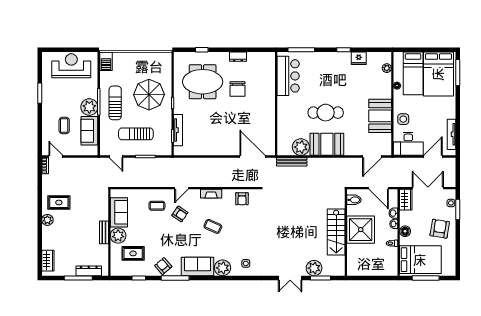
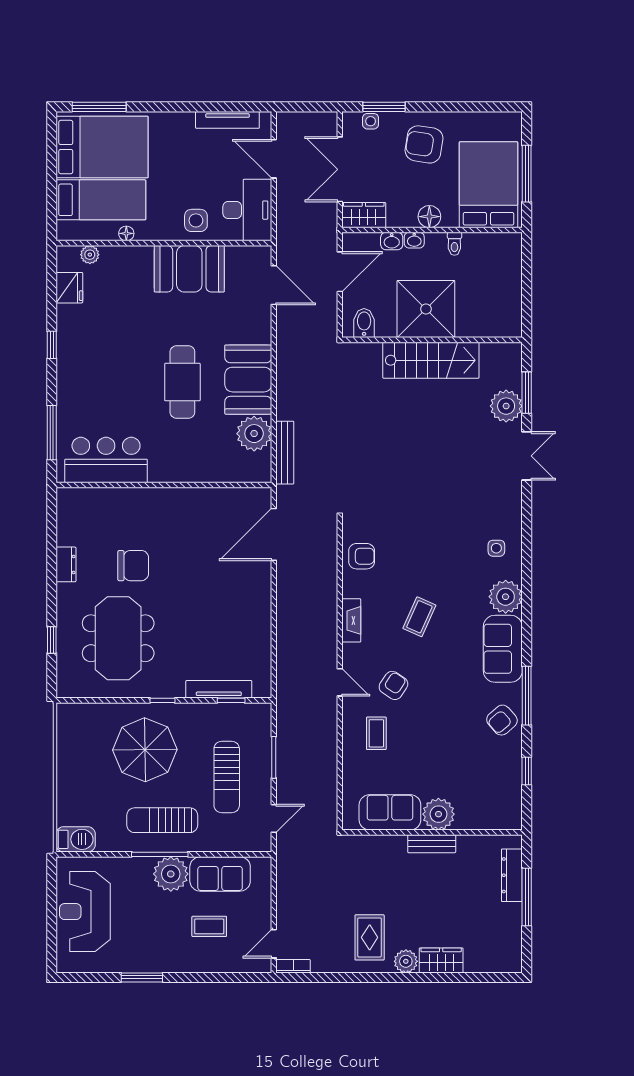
fridge: (359, 58) -> (69, 288), moved
rug: (133, 253) -> (476, 783), removed
wardrobe: (48, 261) -> (441, 960), moved

